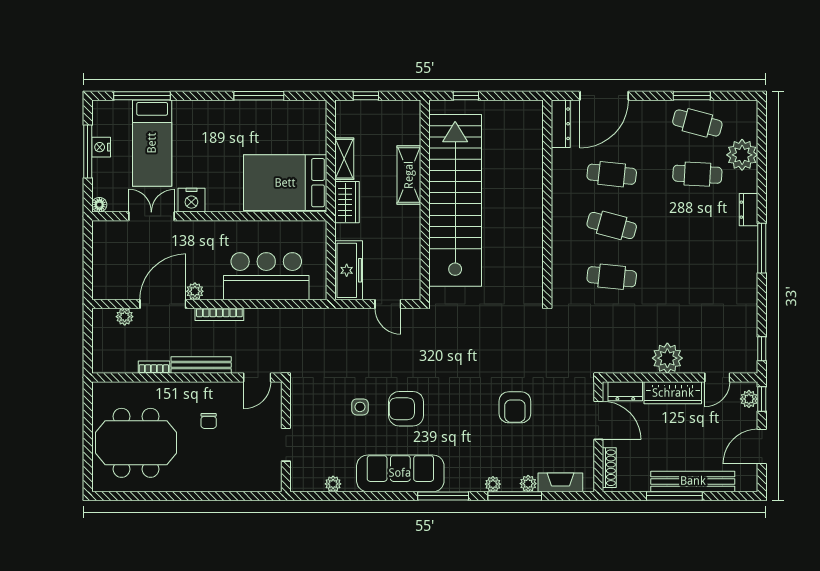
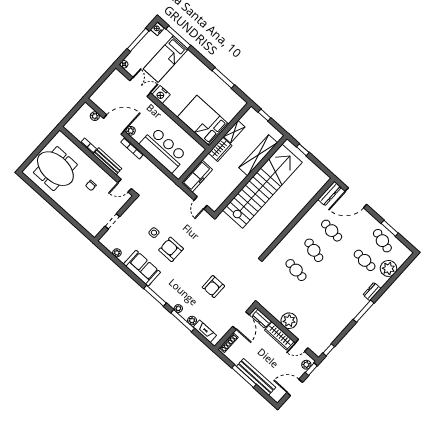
nightstand: (101, 147) -> (157, 29), moved
shelving: (409, 175) -> (258, 155), width x1.47
sofa: (400, 473) -> (142, 268), width x0.73

